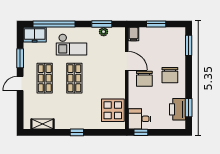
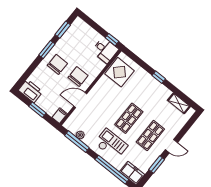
window: (102, 24) -> (77, 142), width x1.44
window: (189, 45) -> (47, 49), moved
door: (127, 61) -> (80, 100), hinge flipped
printer: (178, 109) -> (31, 91), moved, turned -90

